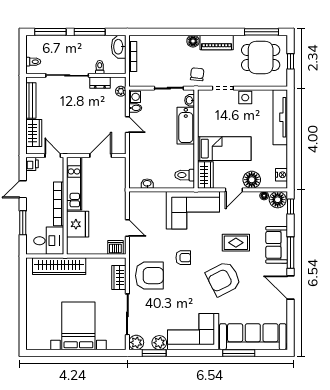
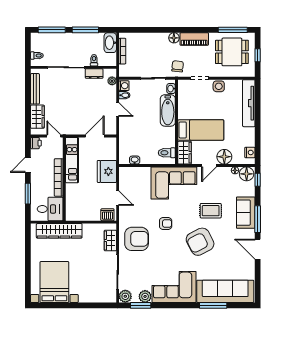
fridge: (78, 224) -> (107, 171), moved, turned 180
bed with nightstands: (78, 326) -> (54, 282), moved

